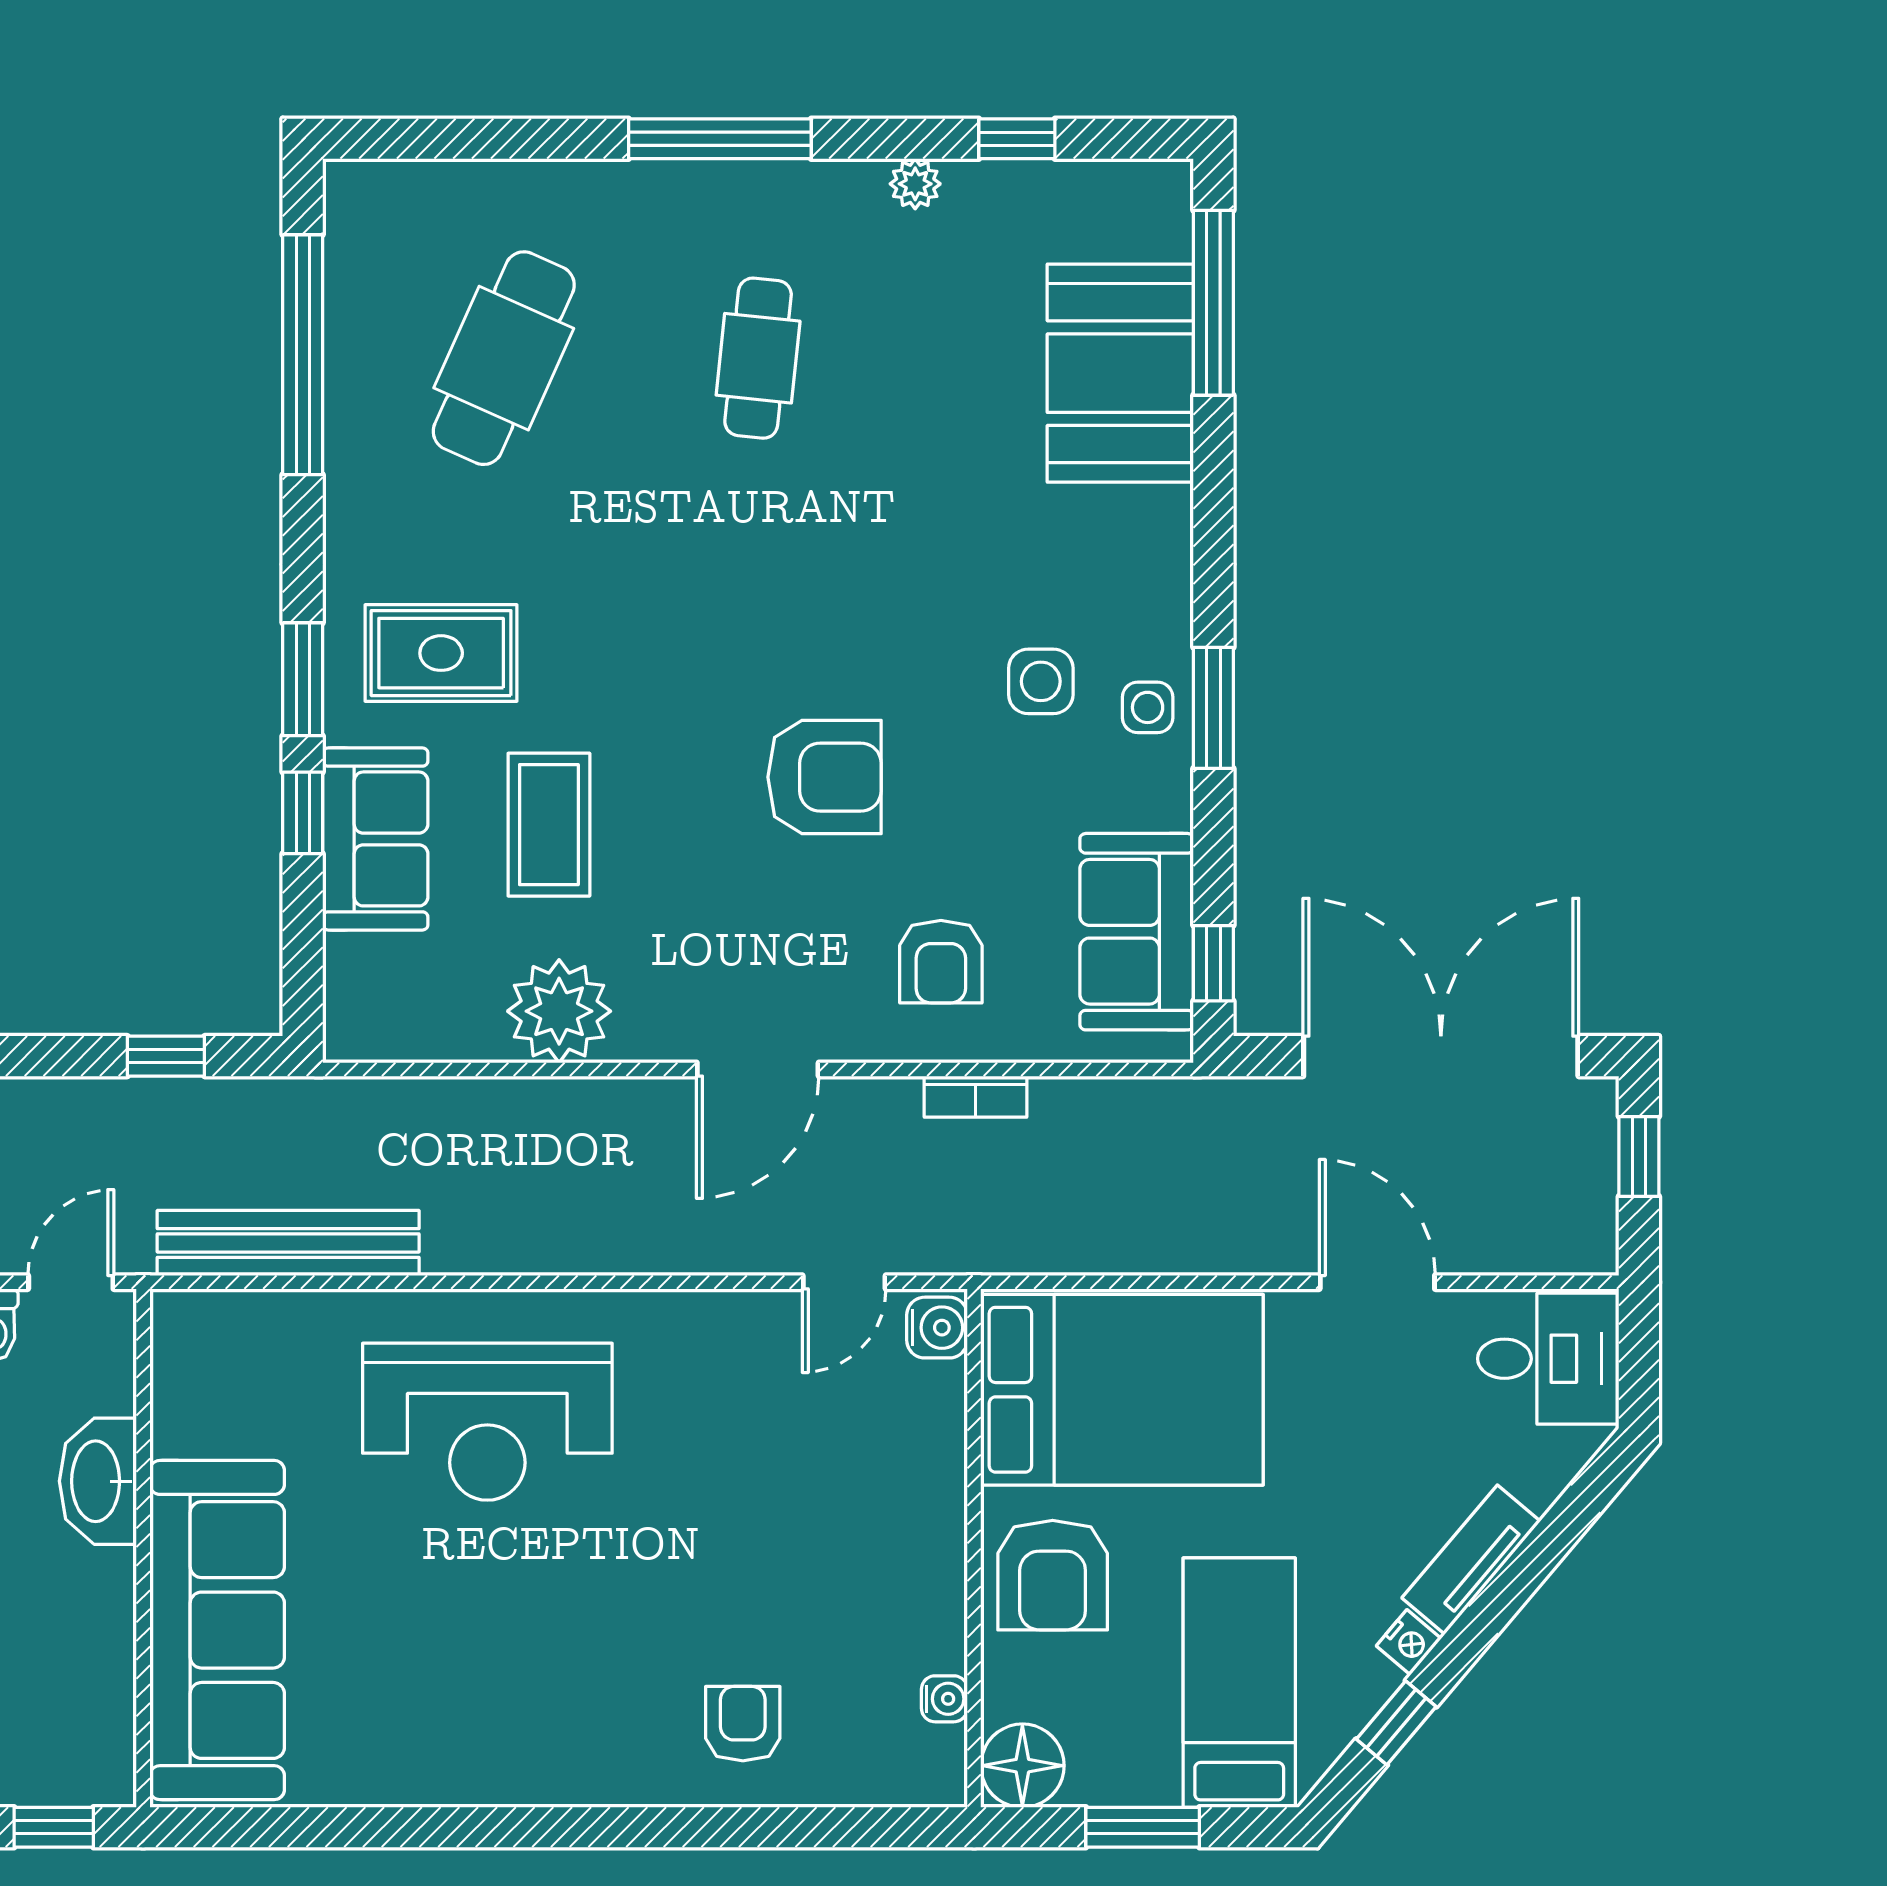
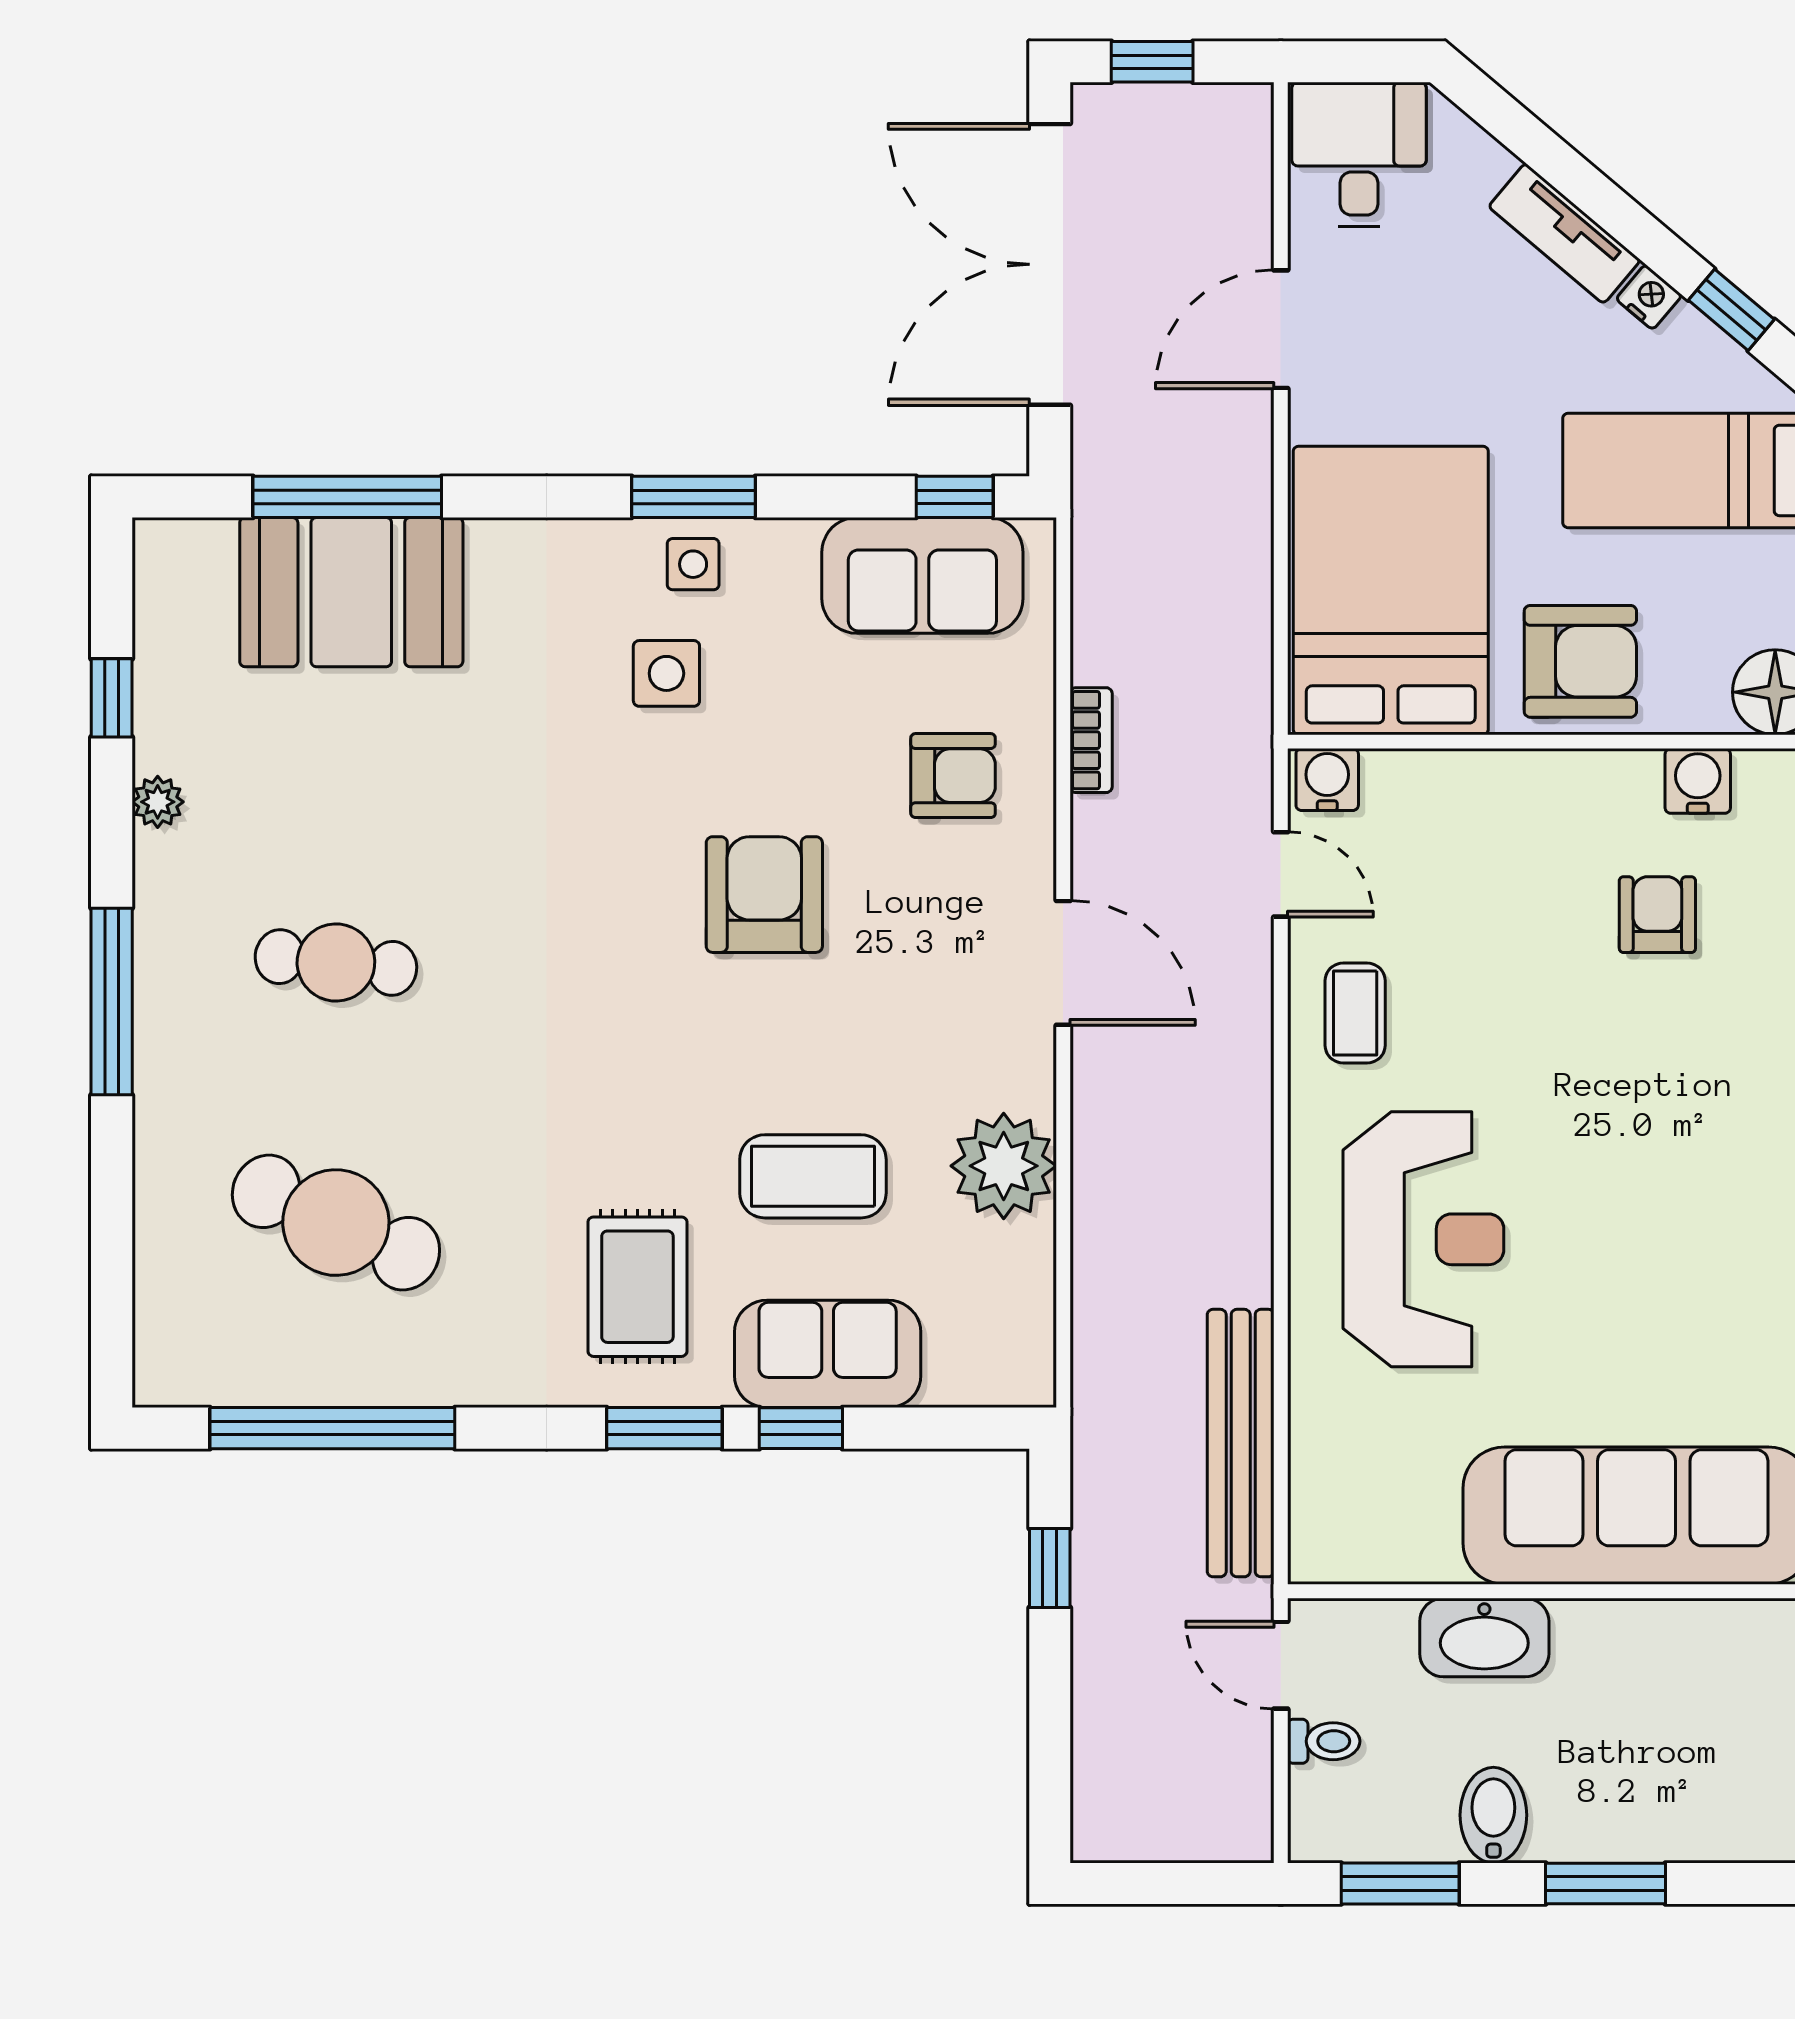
window: (1213, 303) -> (347, 497), moved
coffee table: (709, 1355) -> (1355, 1013), added
water cooler: (944, 1699) -> (1698, 781), width x1.38, depth x1.38
armchair: (743, 1724) -> (1657, 915), moved, turned 90

